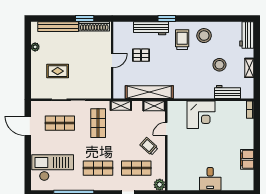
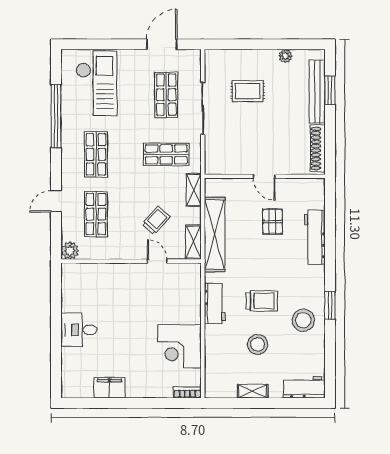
window: (85, 19) -> (330, 90), moved
window: (167, 19) -> (330, 306), moved
trolley: (182, 40) -> (262, 301), moved
rug: (58, 71) -> (248, 91), turned 90
workbench: (228, 92) -> (215, 303), moved
corner desk: (201, 115) -> (179, 346), moved
trolley: (149, 146) -> (156, 220), moved

